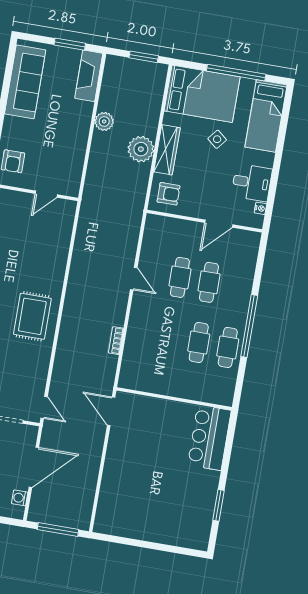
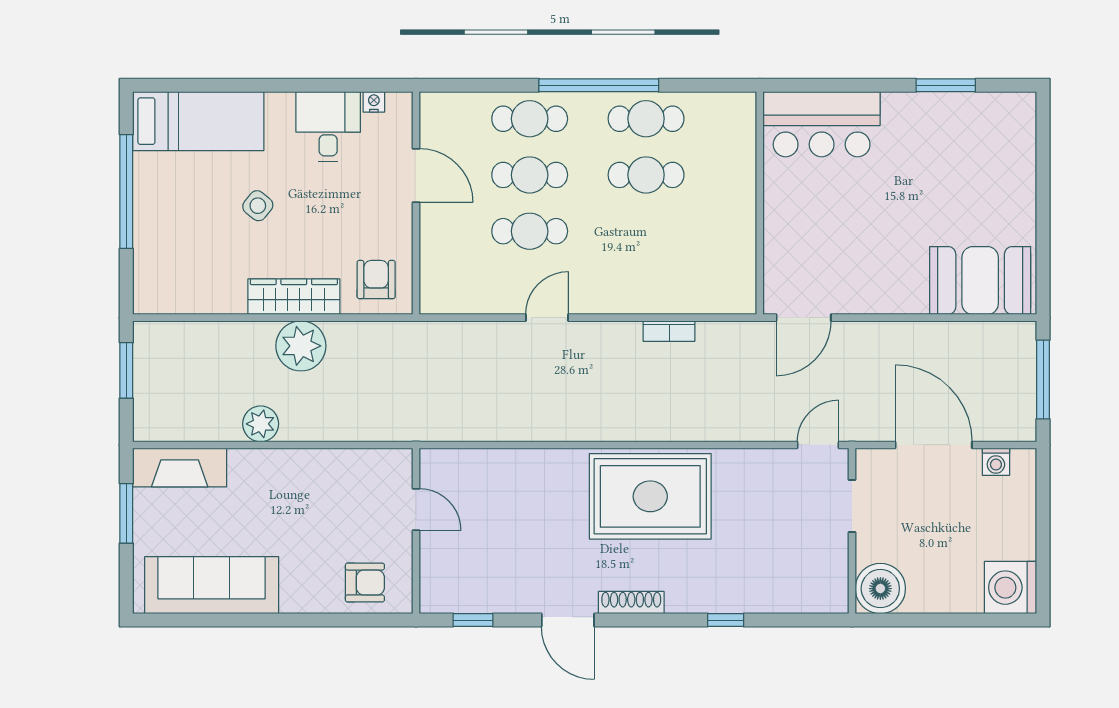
bed: (202, 94) -> (177, 249), removed
cafe table: (238, 287) -> (530, 119), added
rug: (32, 316) -> (650, 496), width x1.37, depth x1.44
booth: (115, 506) -> (980, 281), added

